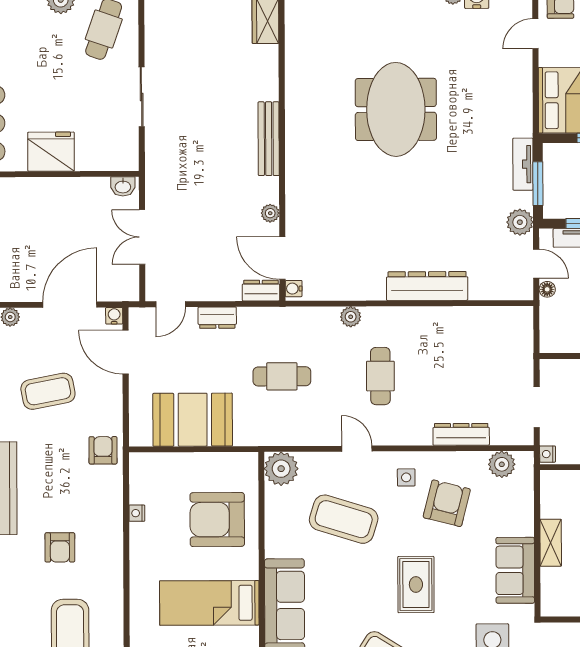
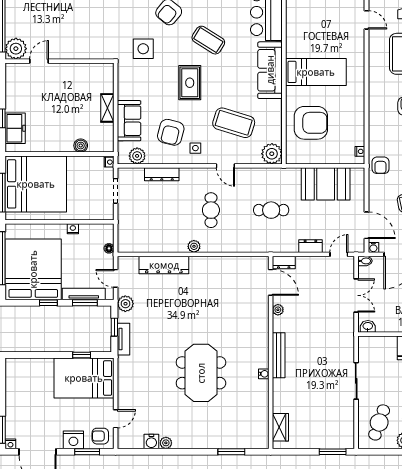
window: (538, 184) -> (114, 327), width x0.67
dresser: (427, 286) -> (164, 265), moved
water cooler: (294, 289) -> (264, 374), moved
floor lamp: (547, 289) -> (109, 248), moved
bidet: (128, 294) -> (365, 261), added
plant: (351, 317) -> (194, 246), moved
nightstand: (137, 513) -> (360, 151), moved
sofa: (515, 570) -> (129, 121), moved

